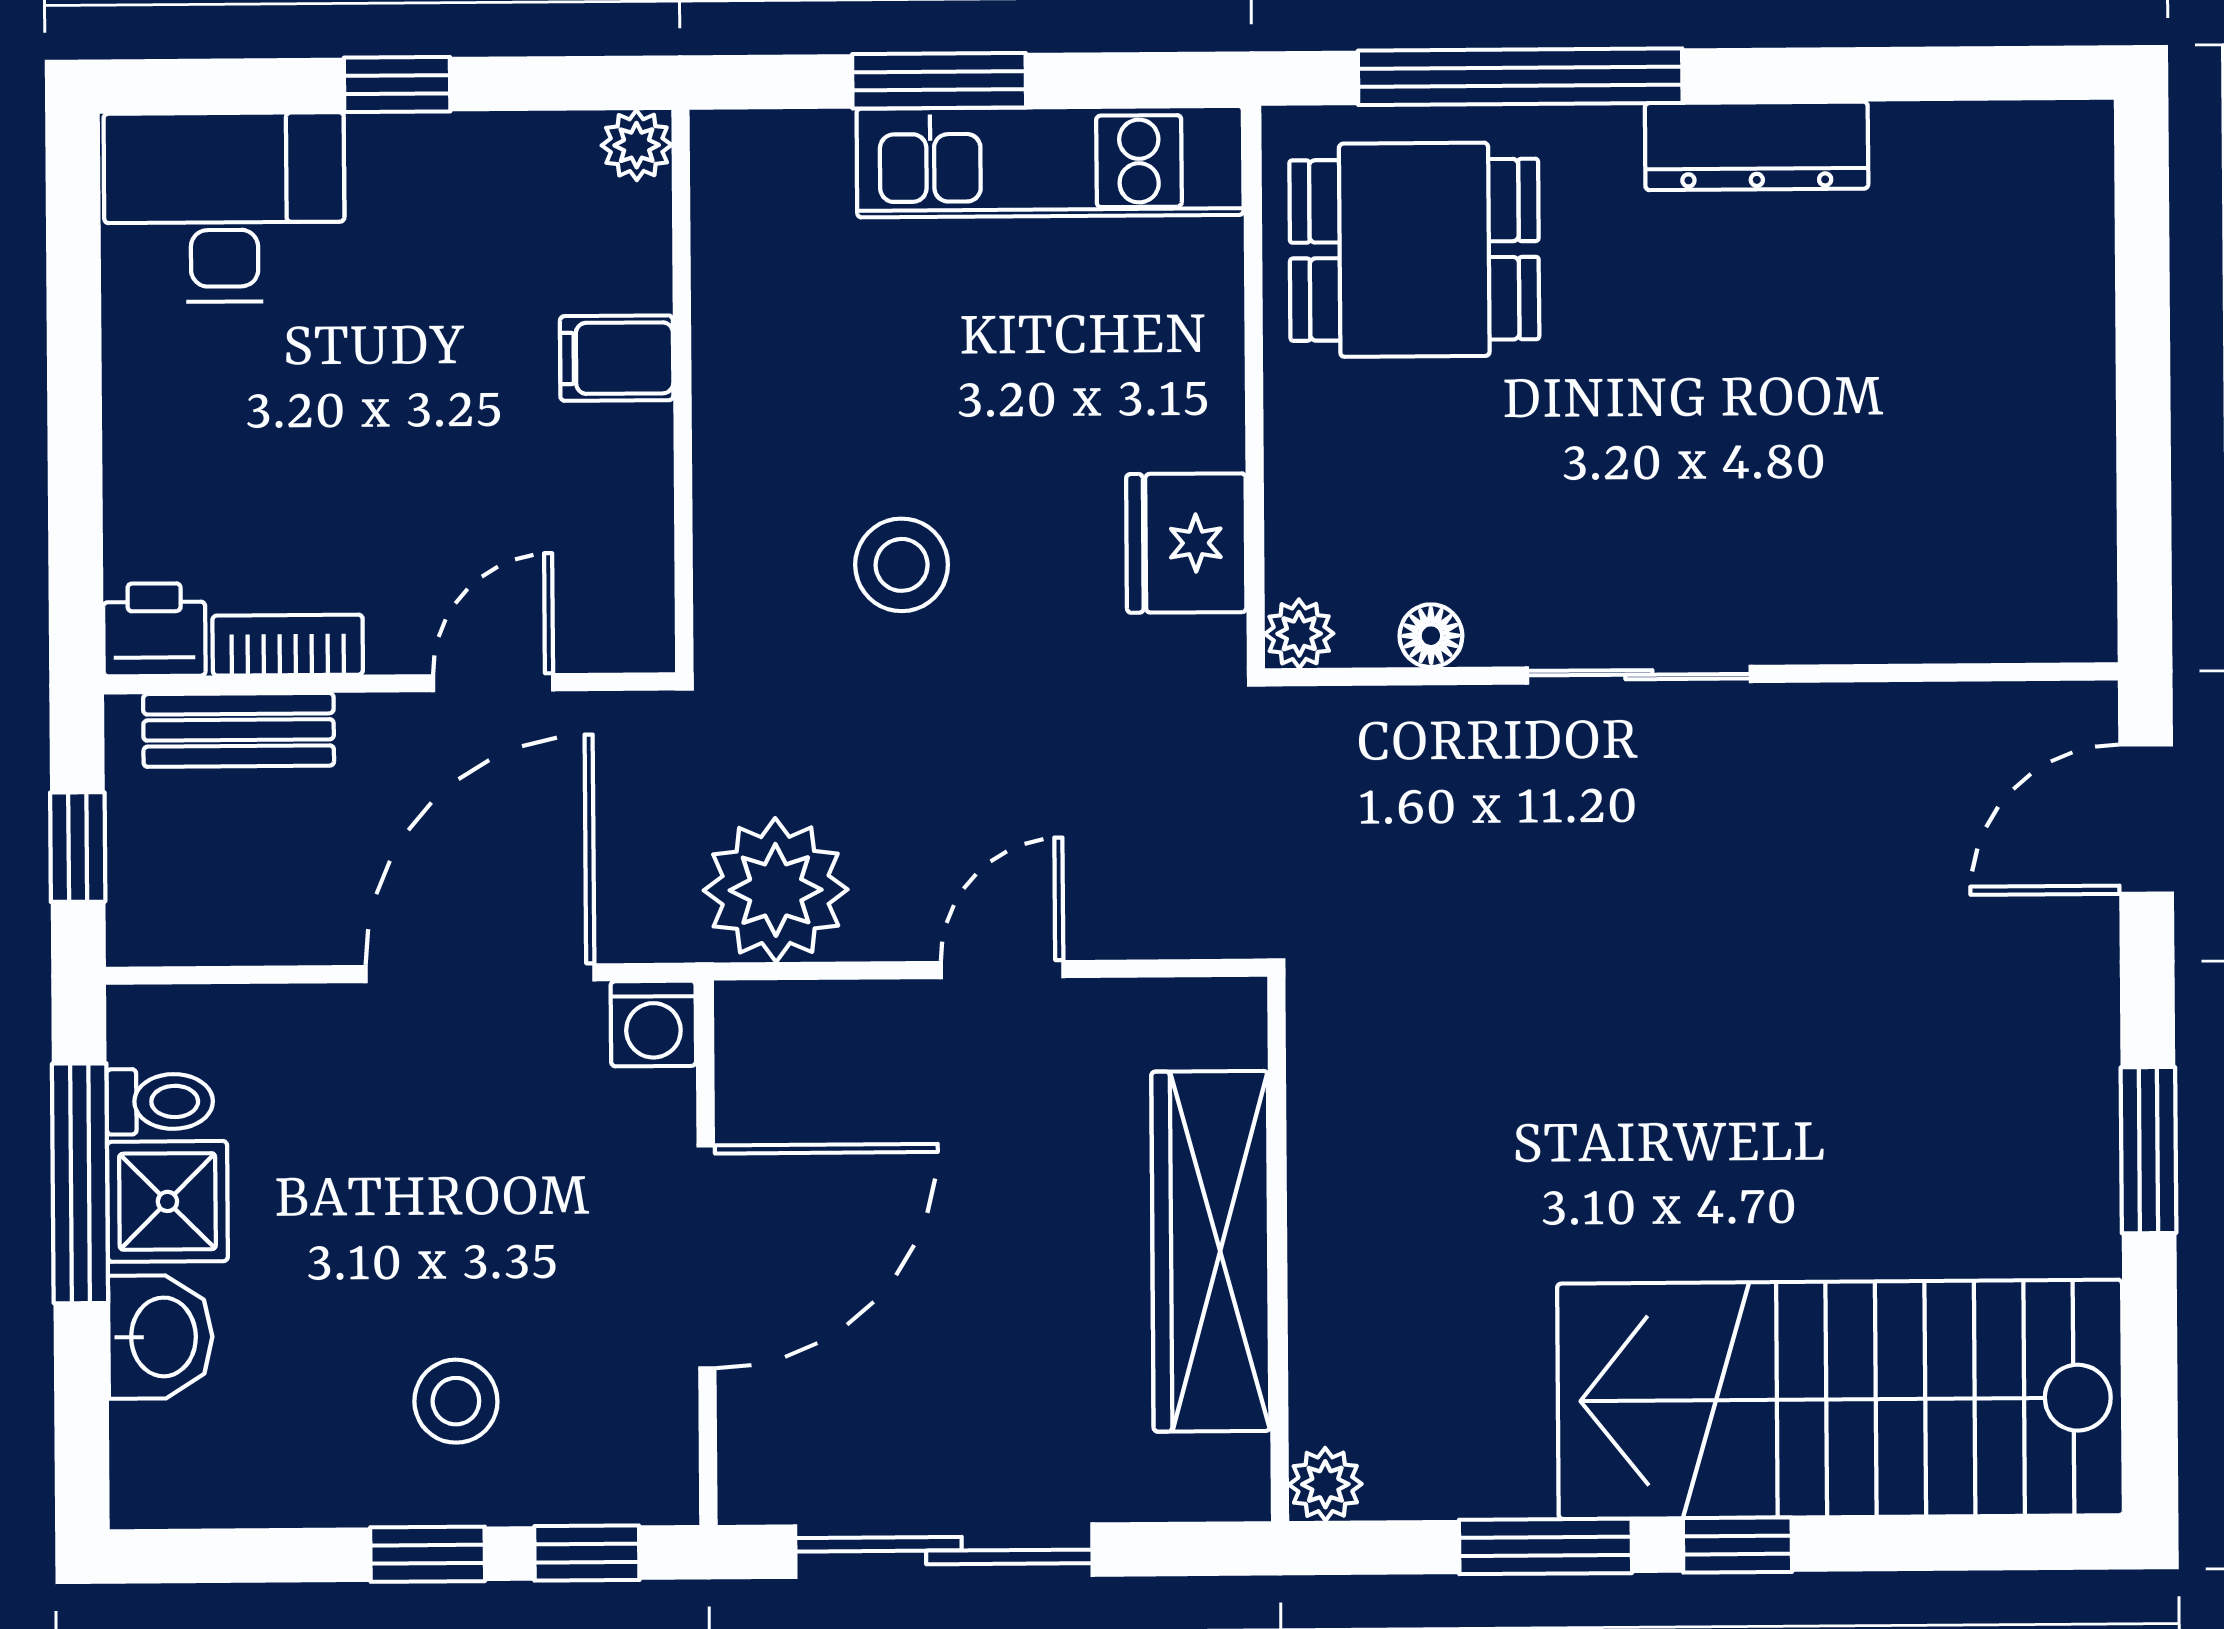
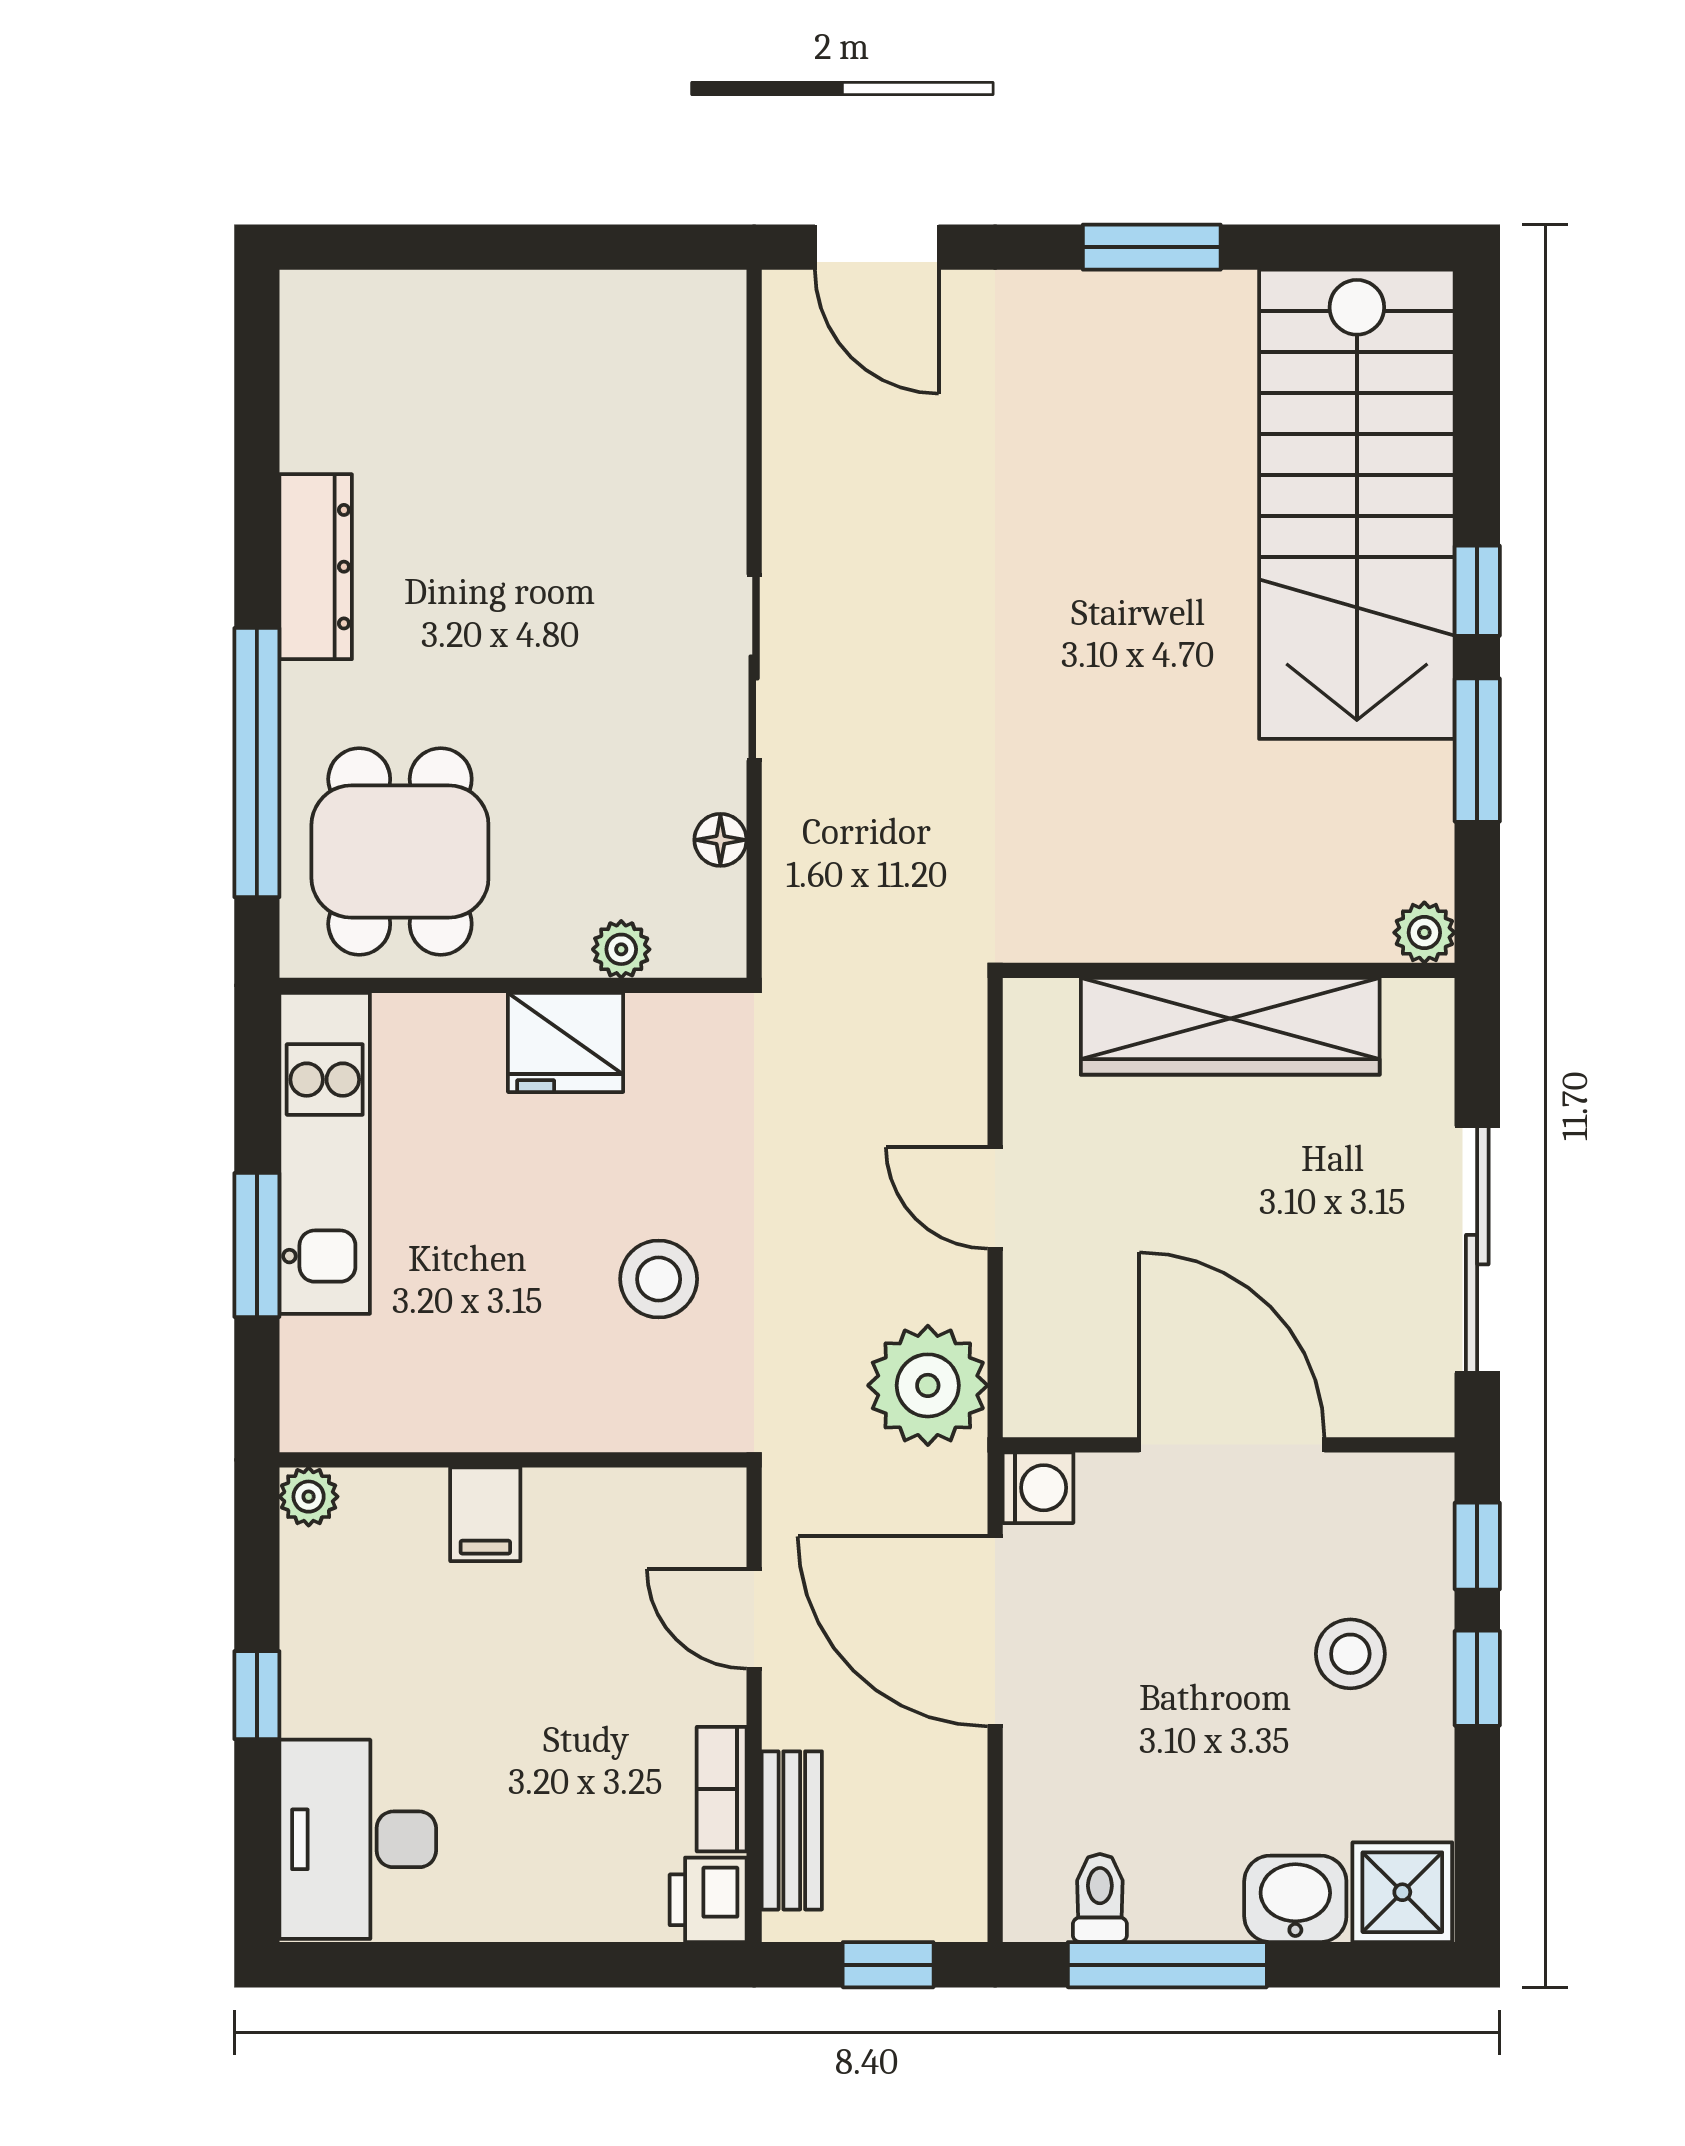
fridge: (1186, 543) -> (566, 1043), moved
plant: (1299, 634) -> (621, 949), moved
shower: (167, 1201) -> (1402, 1892), moved

